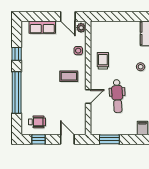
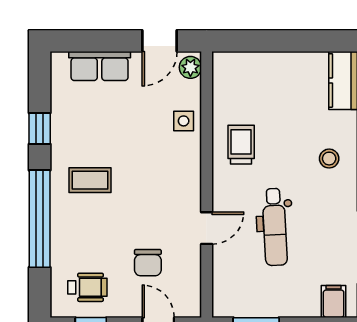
door: (68, 16) -> (160, 41), hinge flipped
coffee table: (69, 76) -> (90, 180), moved
chair: (63, 111) -> (148, 263), added

